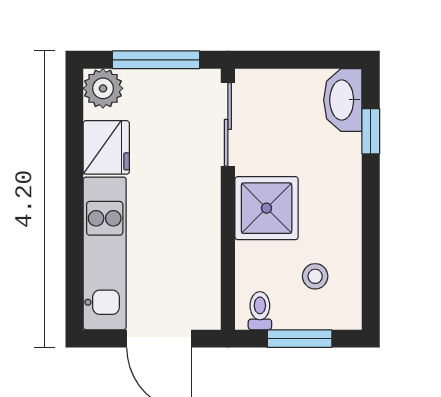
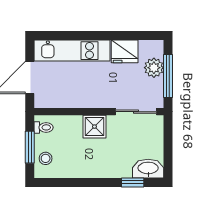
plant: (103, 88) -> (154, 68), moved
shower: (267, 208) -> (94, 127), width x0.73, depth x0.73
stool: (315, 276) -> (46, 158), moved

